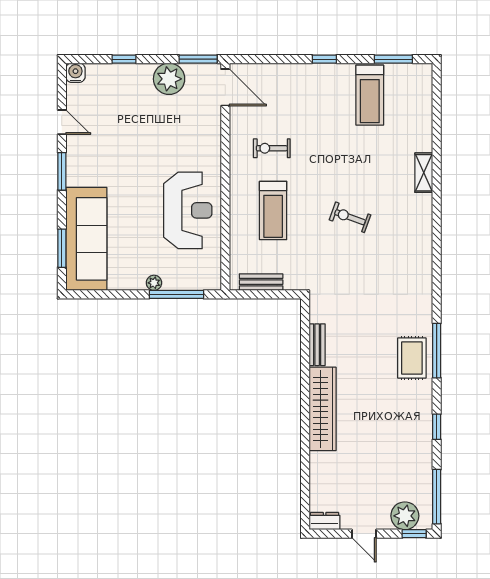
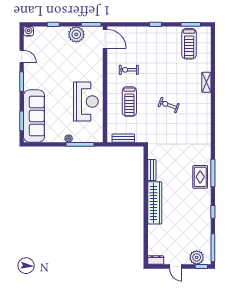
treadmill: (370, 95) -> (189, 44), moved

